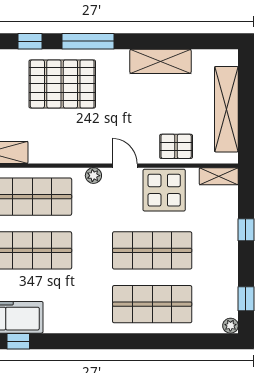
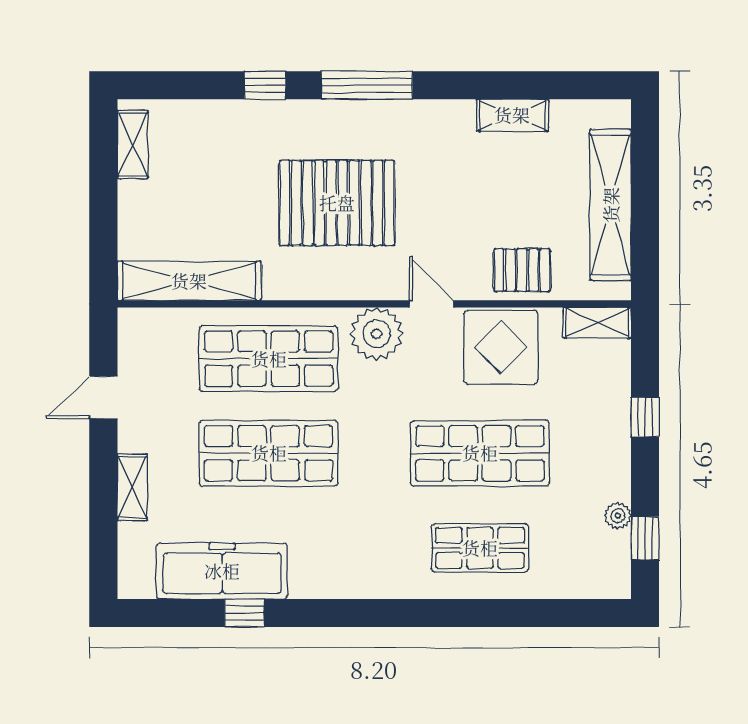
shelving: (160, 61) -> (512, 115), width x0.67, depth x0.75
pallet: (62, 84) -> (337, 203), moved
plant: (93, 176) -> (377, 334), width x1.87, depth x1.87
shop shelf: (152, 304) -> (480, 548), width x0.70, depth x0.74
plant: (230, 326) -> (618, 516), moved

